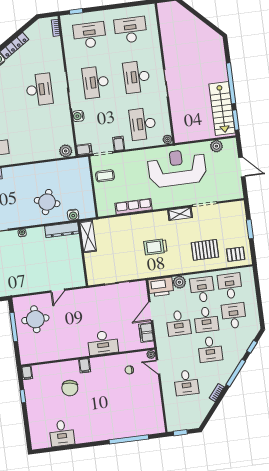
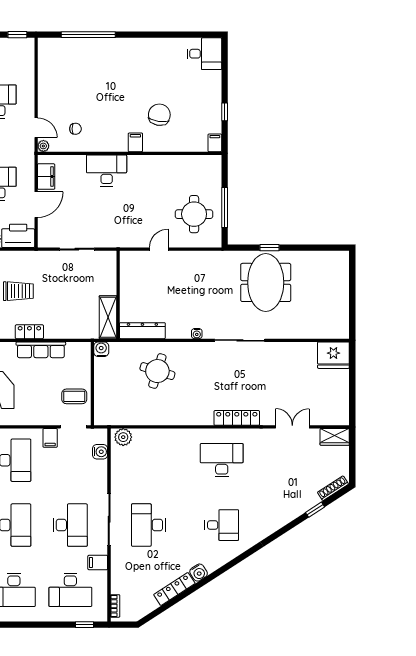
water cooler: (78, 116) -> (100, 452), moved
filing cabinet: (84, 149) -> (98, 563), moved
water cooler: (73, 215) -> (101, 349), moved
locker: (144, 218) -> (29, 332), added
desk: (62, 433) -> (204, 54), moved, turned 90

